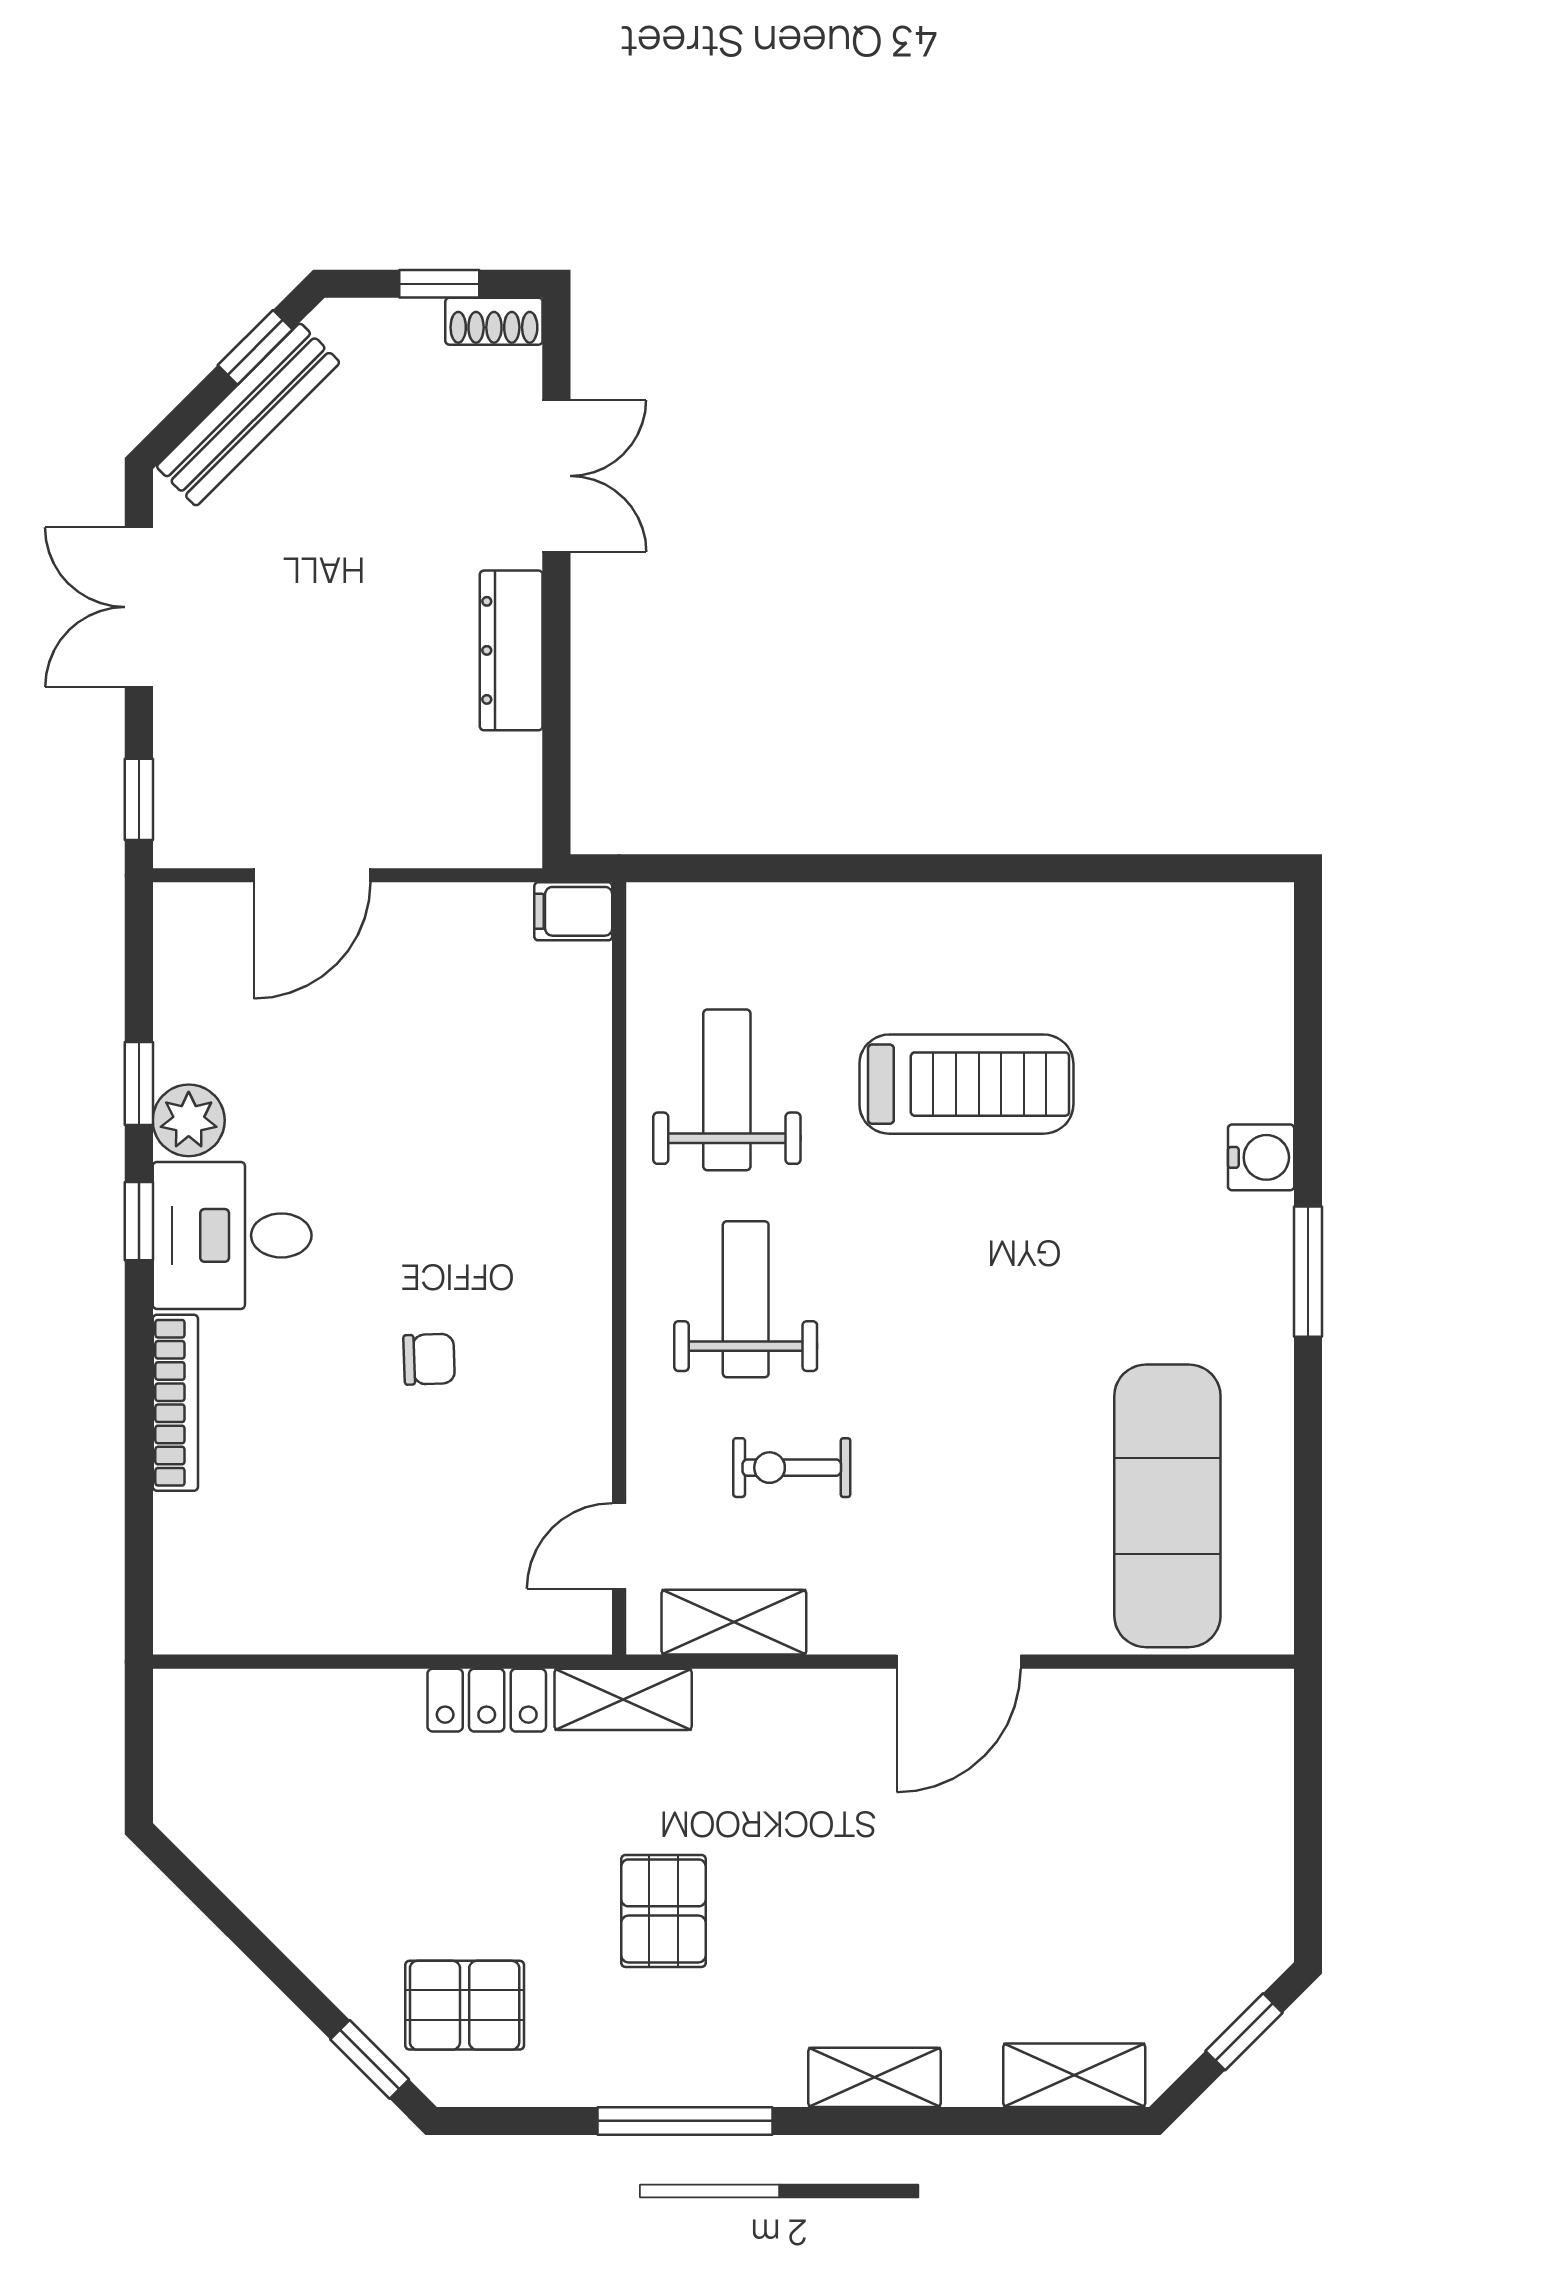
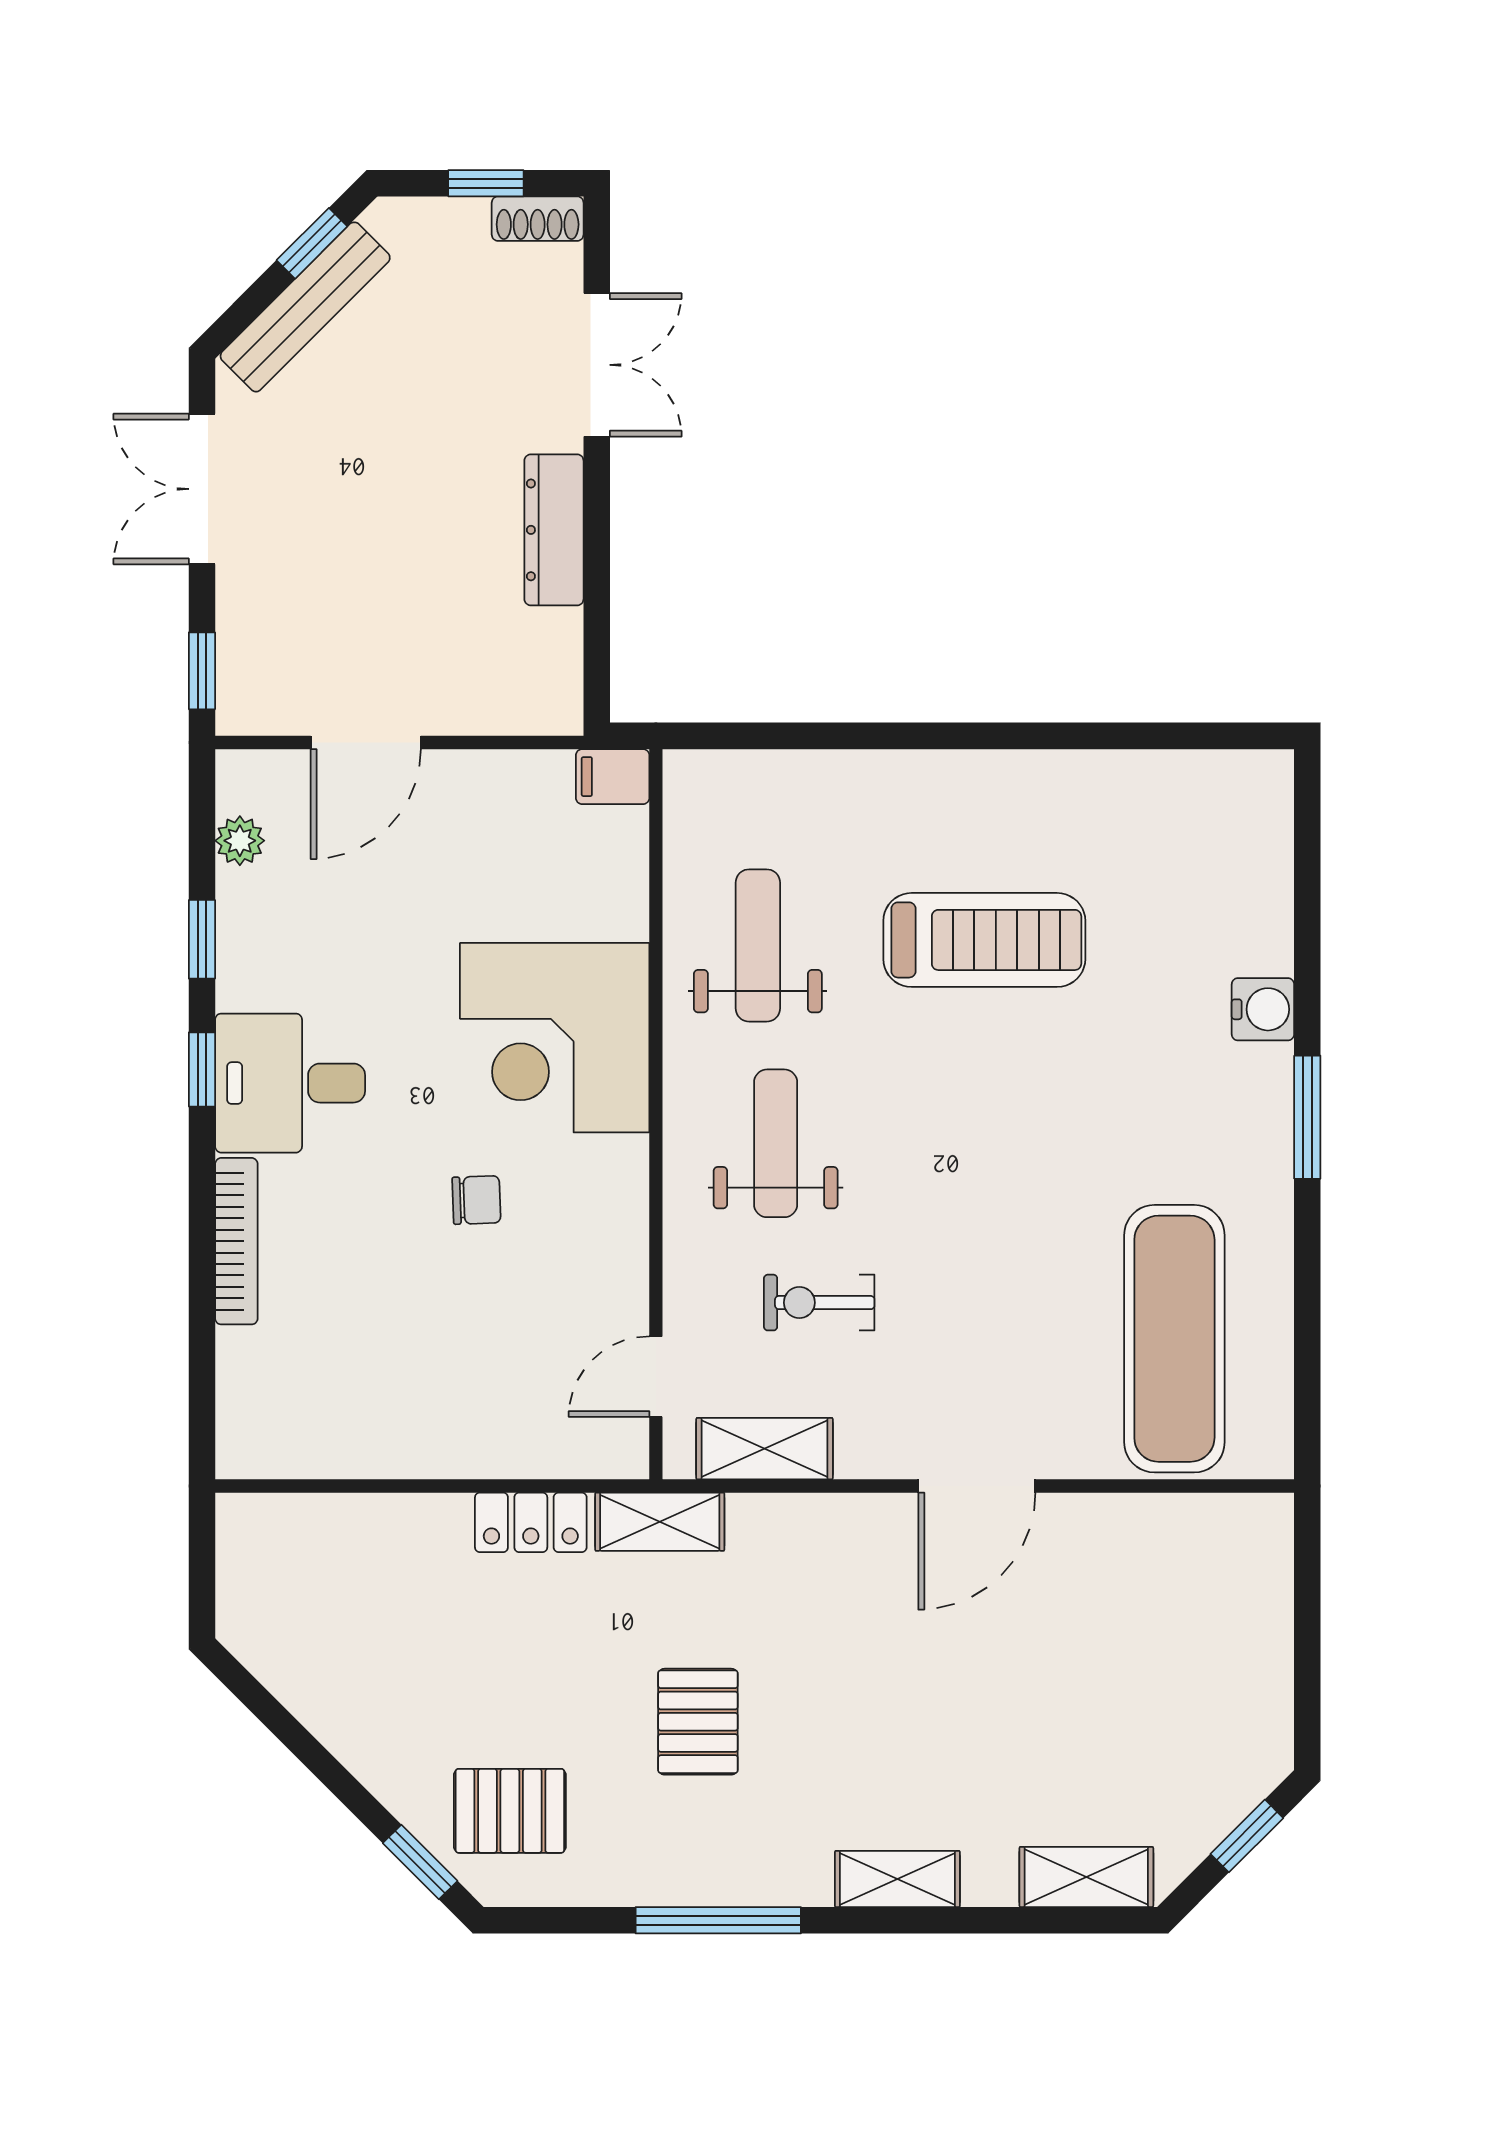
plant: (189, 1120) -> (240, 841), moved, width x0.73, depth x0.73
corner desk: (512, 1187) -> (555, 1038), added

